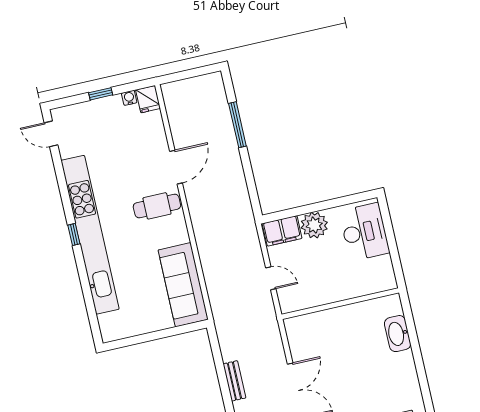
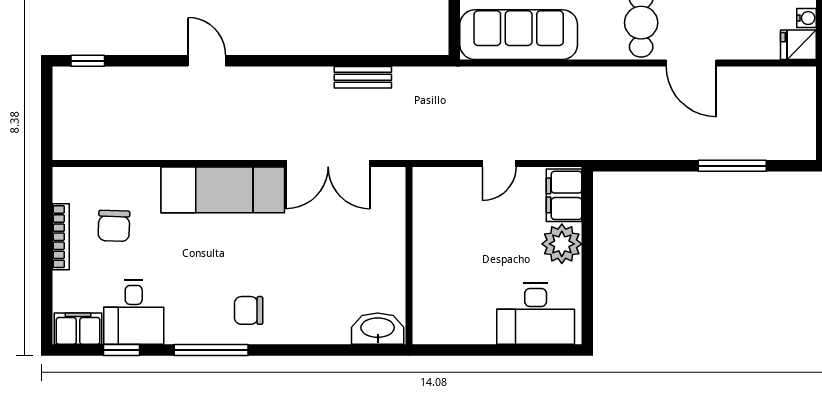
wall: (340, 304) -> (409, 256), moved

